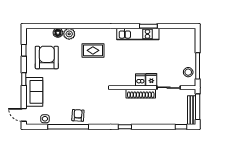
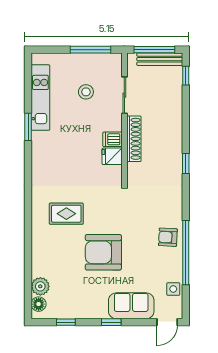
floor lamp: (58, 33) -> (39, 304), moved
plant: (69, 34) -> (40, 286), moved
kitchen unit: (138, 34) -> (40, 98), moved
rug: (93, 50) -> (66, 214), turned 90
armchair: (47, 57) -> (103, 252), moved
stool: (188, 72) -> (86, 92), moved
fridge: (151, 80) -> (112, 156), moved

